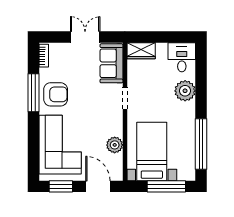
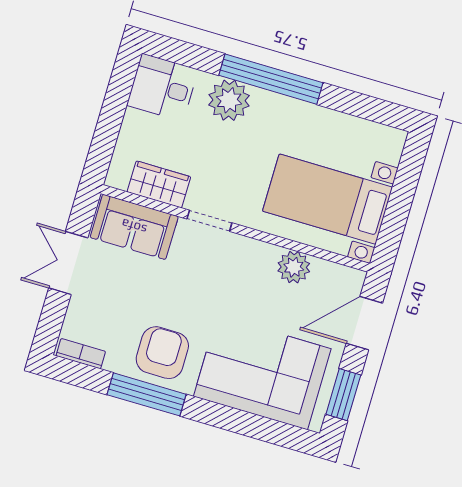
wardrobe: (141, 51) -> (159, 184), moved, turned -90
window: (201, 144) -> (271, 79), moved
window: (166, 186) -> (403, 191), removed

